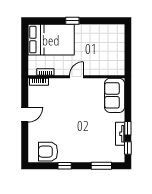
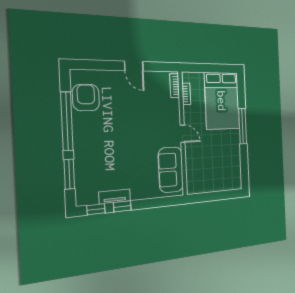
window: (72, 21) -> (243, 126), width x2.17
sofa: (115, 95) -> (171, 170), moved, turned -90
window: (65, 166) -> (67, 121), width x3.17

